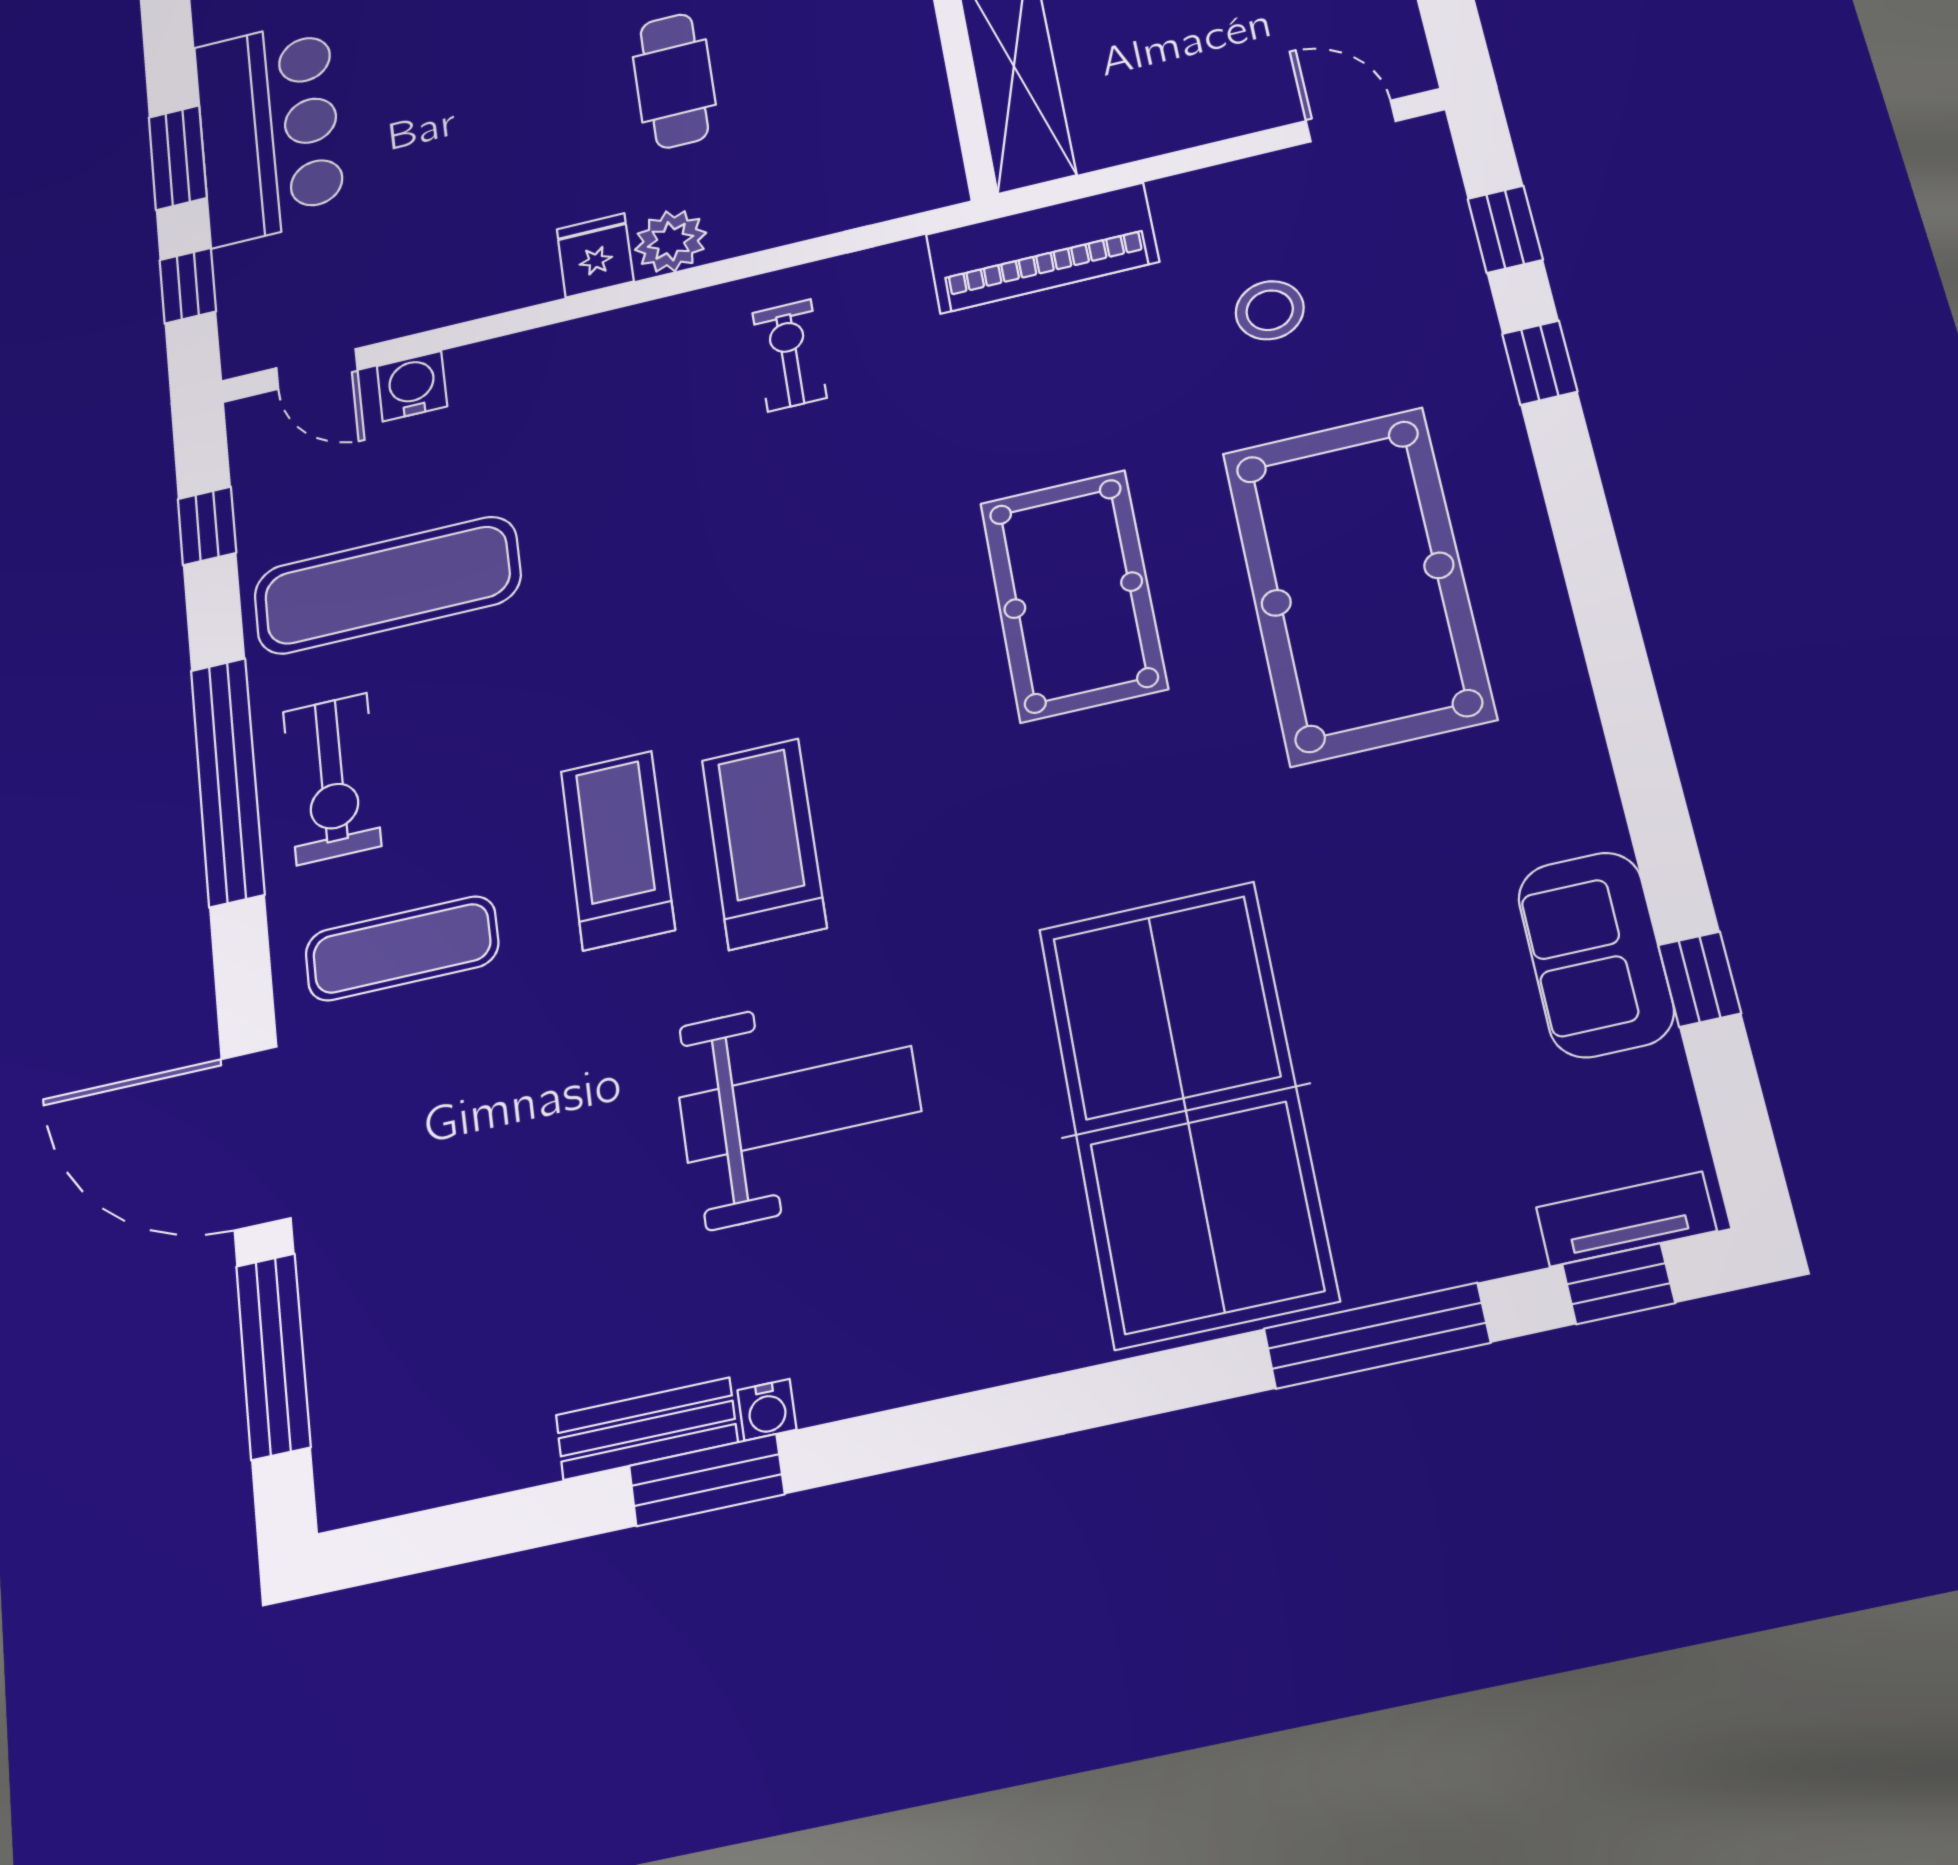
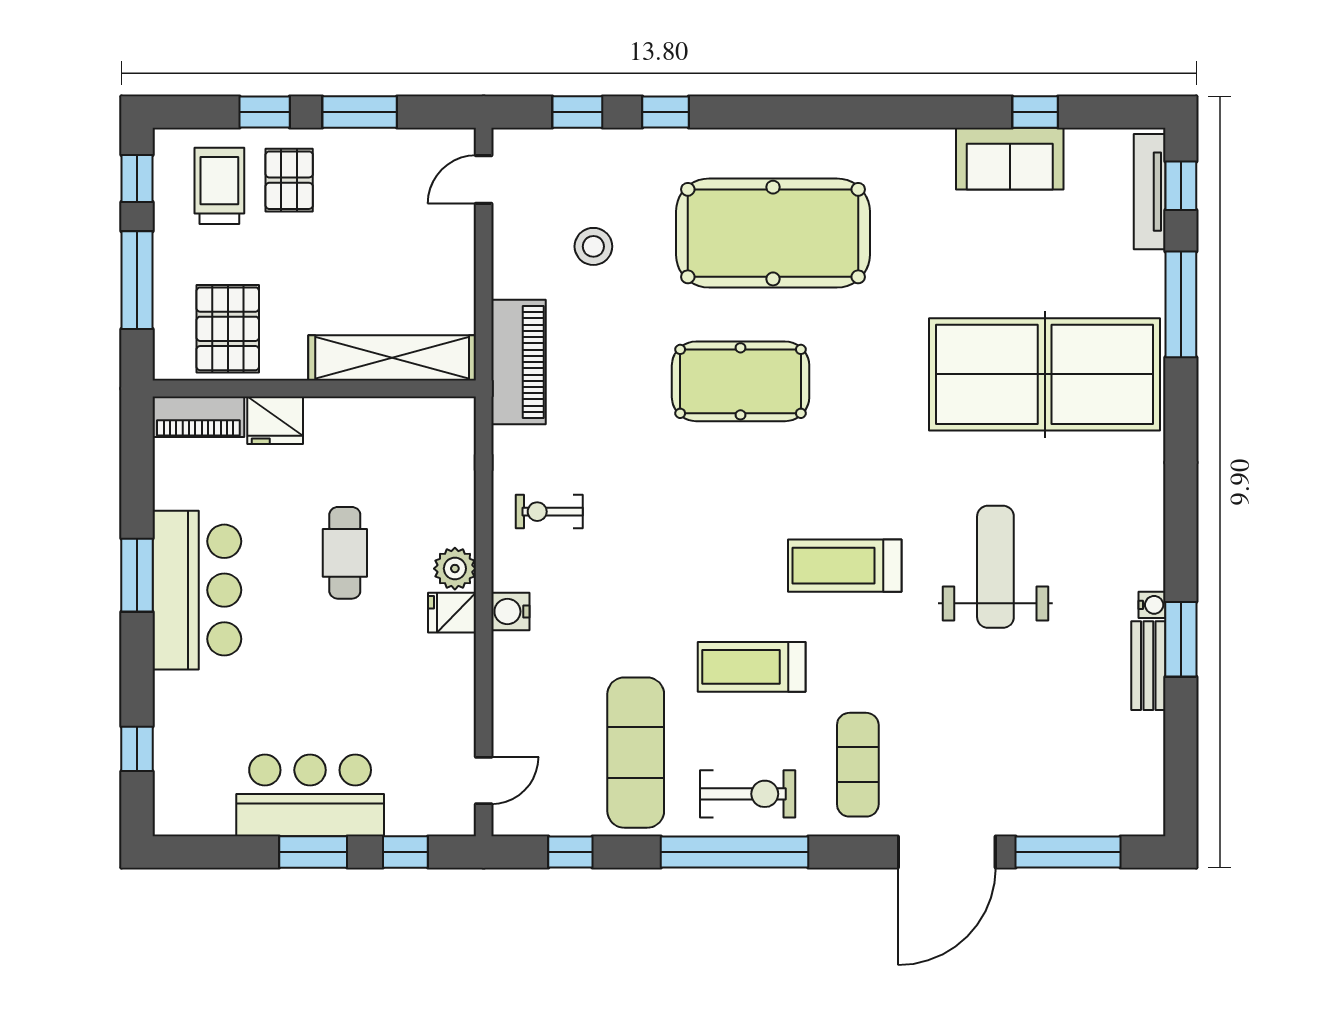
cafe table: (674, 81) -> (345, 553), turned 90
water cooler: (412, 386) -> (510, 612), moved
treadmill: (618, 850) -> (752, 667), moved
tv unit: (1626, 1219) -> (1150, 192), width x1.41

